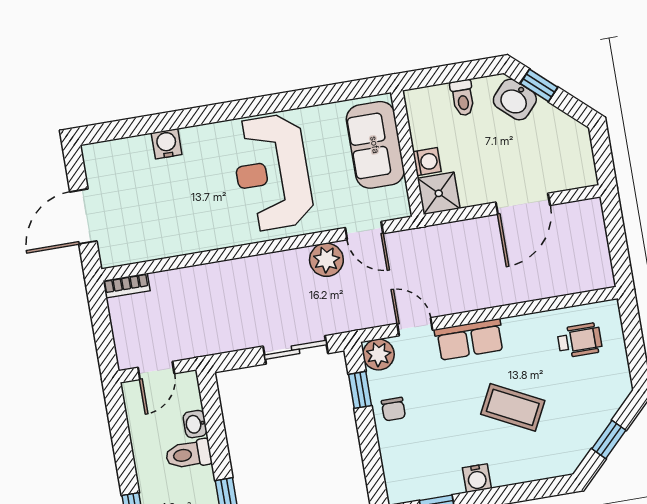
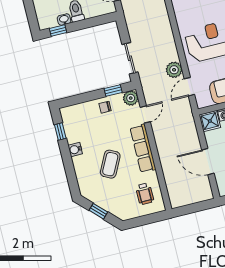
row of seats: (470, 340) -> (143, 148), width x1.48
washbasin: (195, 424) -> (64, 20), moved

